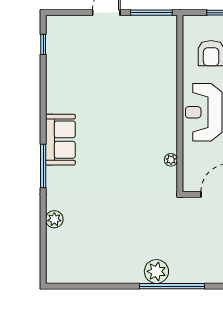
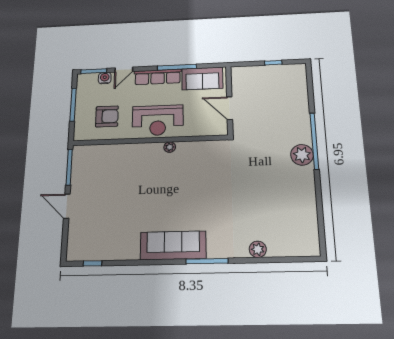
sofa: (60, 140) -> (173, 245), width x1.36
plant: (171, 160) -> (170, 147), moved

